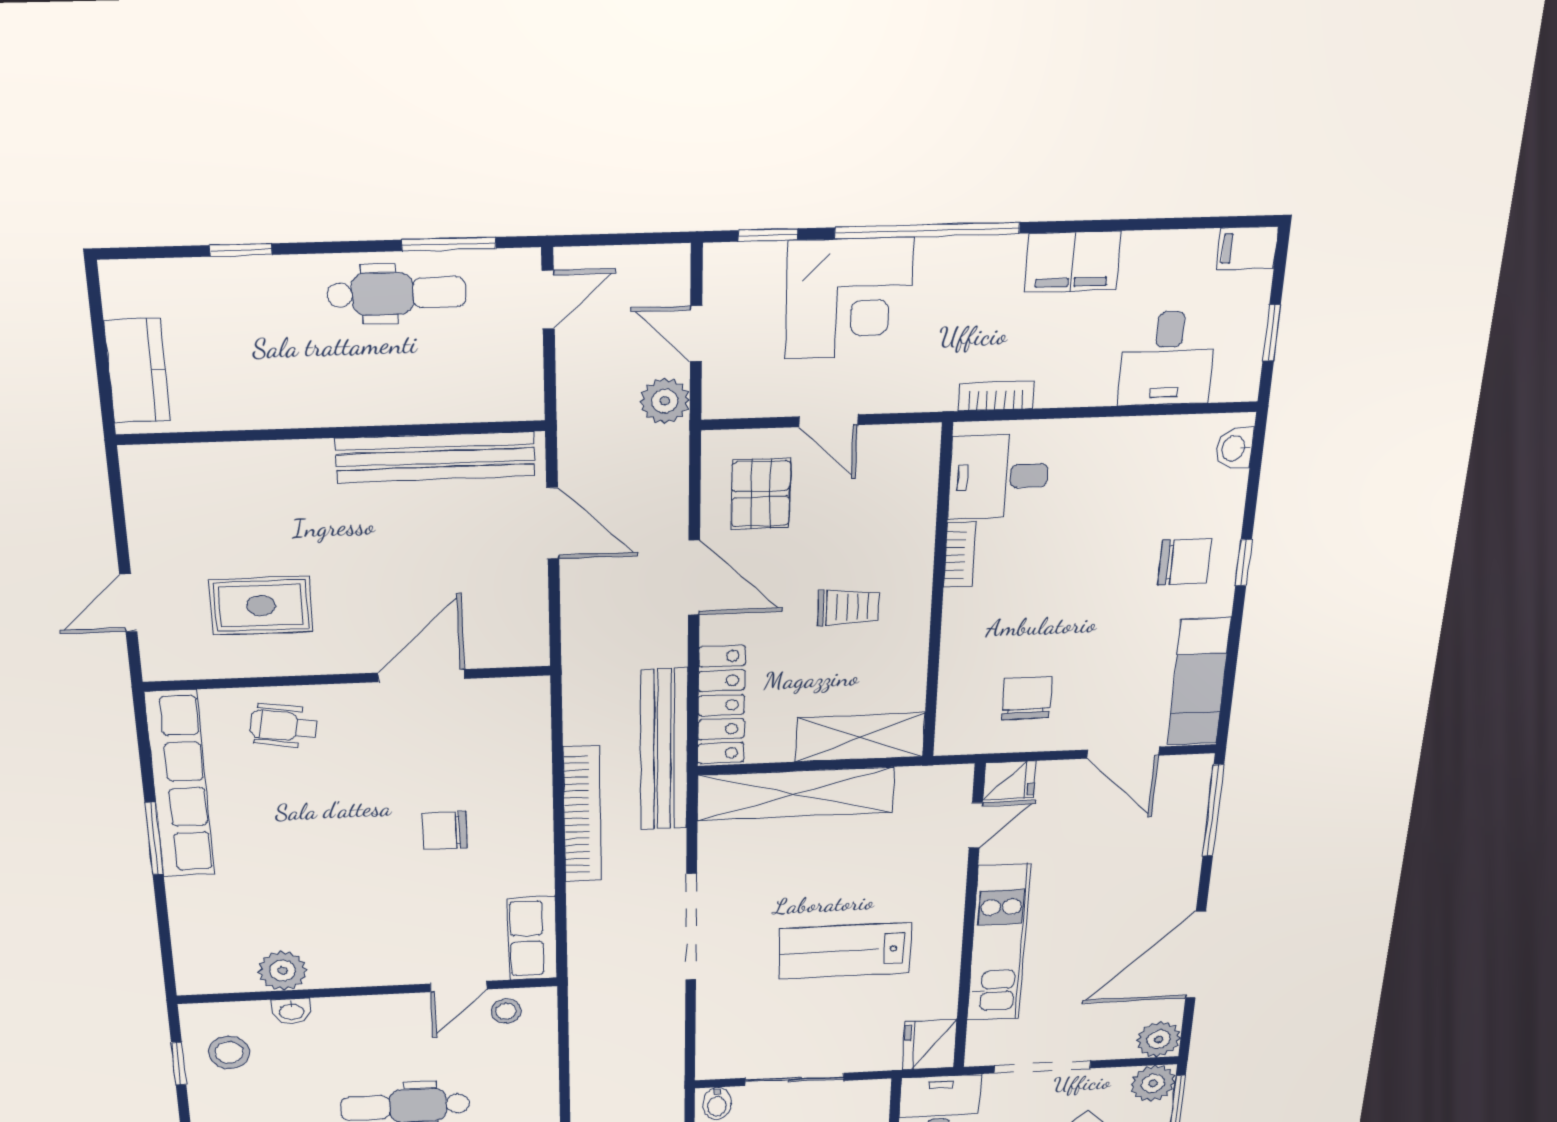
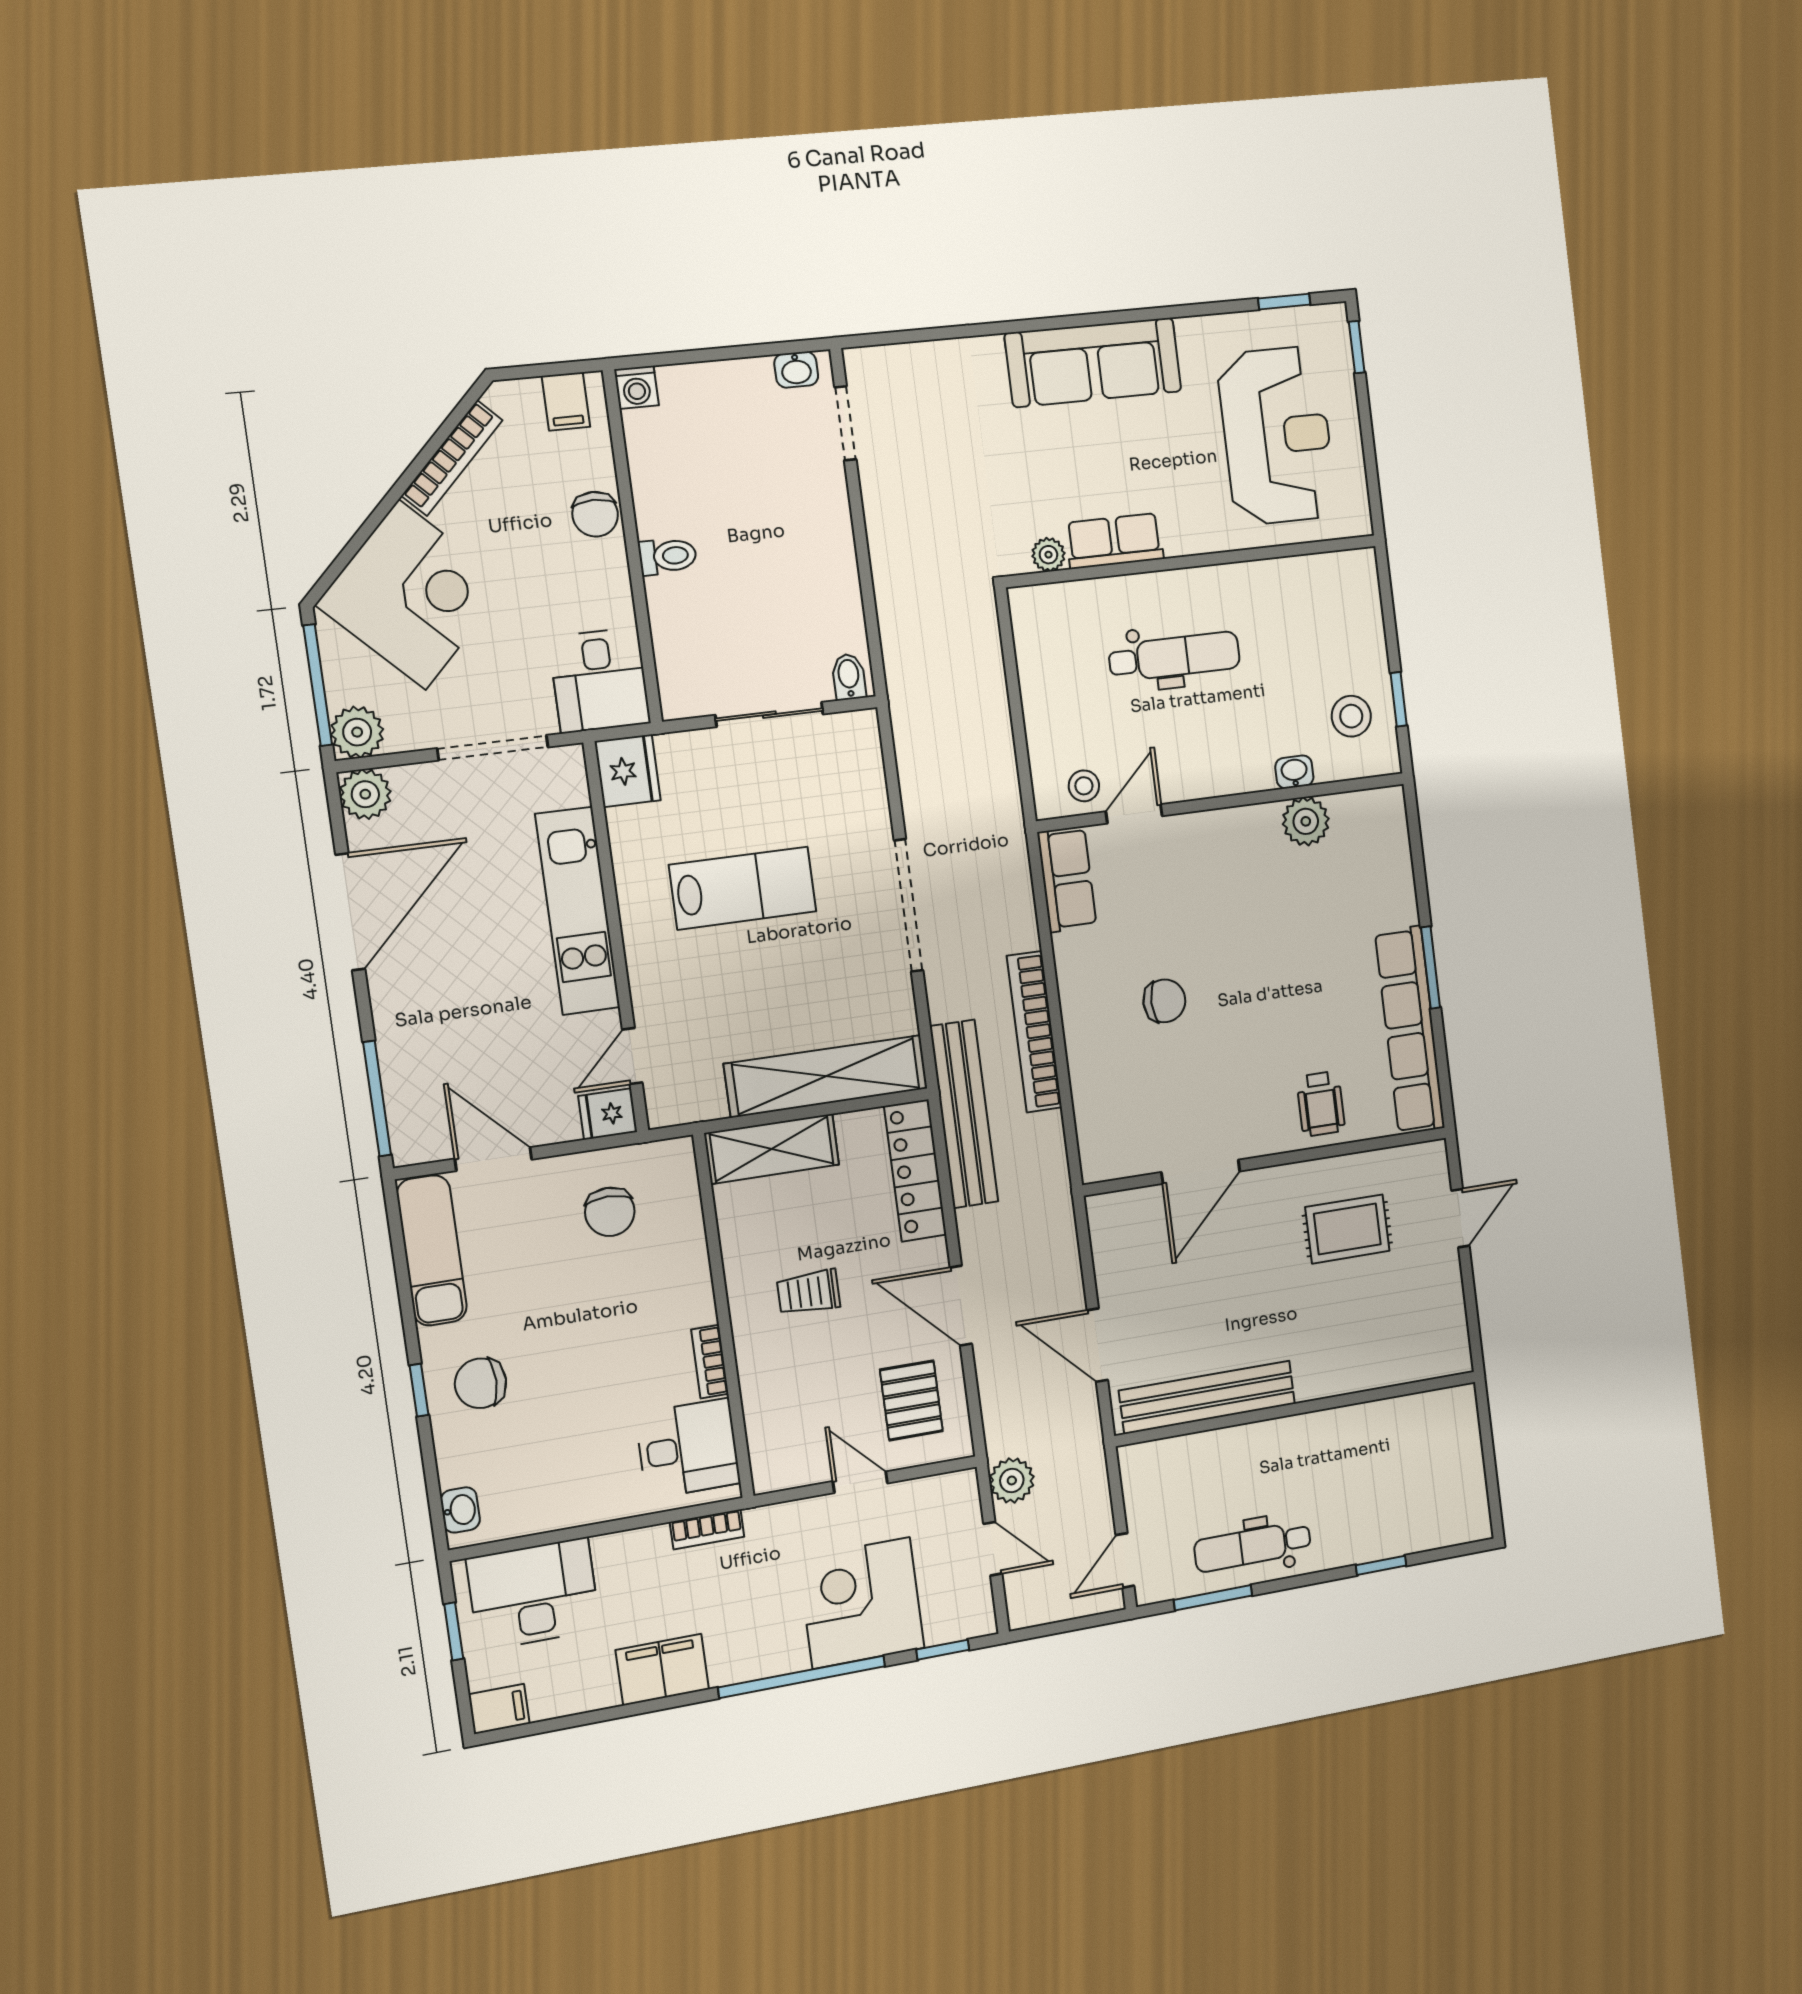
desk: (1167, 358) -> (533, 1594), width x1.37
kitchen counter: (137, 370) -> (1460, 1444), removed
wheelchair: (283, 726) -> (1321, 1104), turned 81

